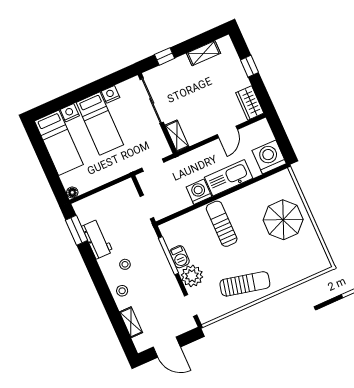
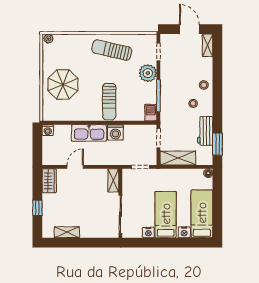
window: (165, 56) -> (96, 243), removed
washing machine: (269, 157) -> (48, 130), width x0.53, depth x0.53
shelving: (114, 194) -> (178, 158), added
barbecue: (179, 257) -> (151, 113), moved
plant: (323, 265) -> (48, 39), added
shelving: (131, 322) -> (208, 45), moved

